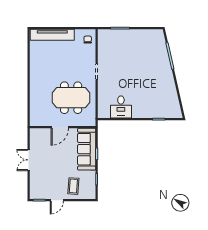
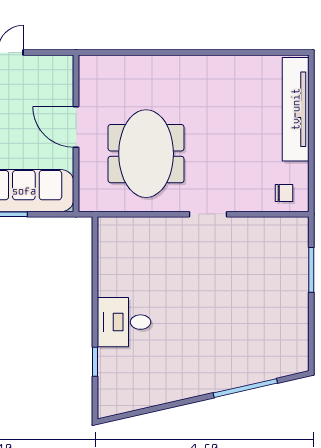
desk: (121, 107) -> (124, 322), moved

